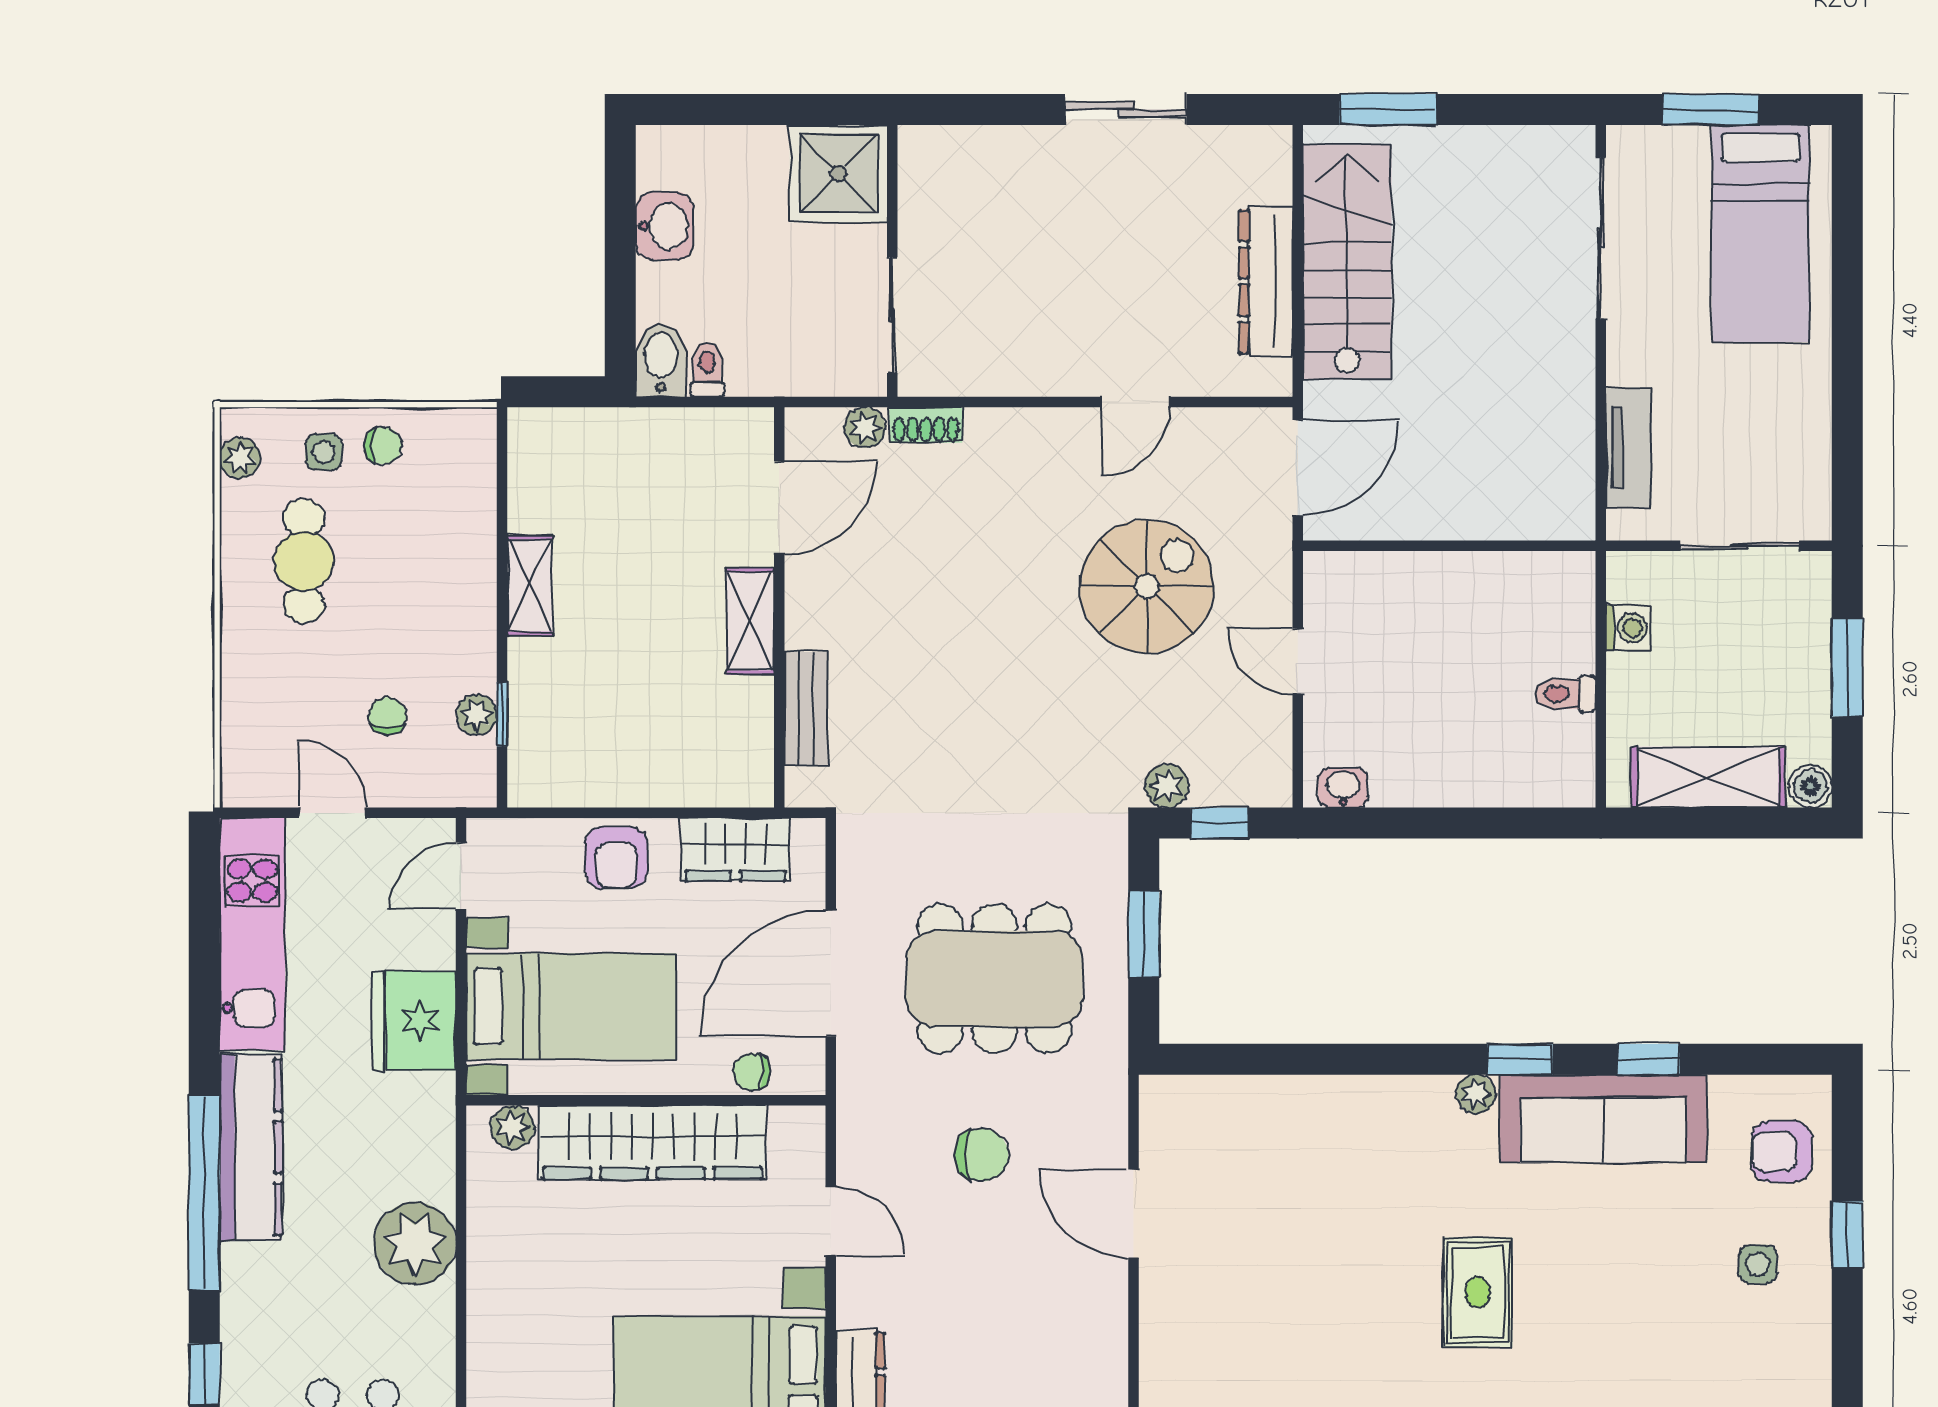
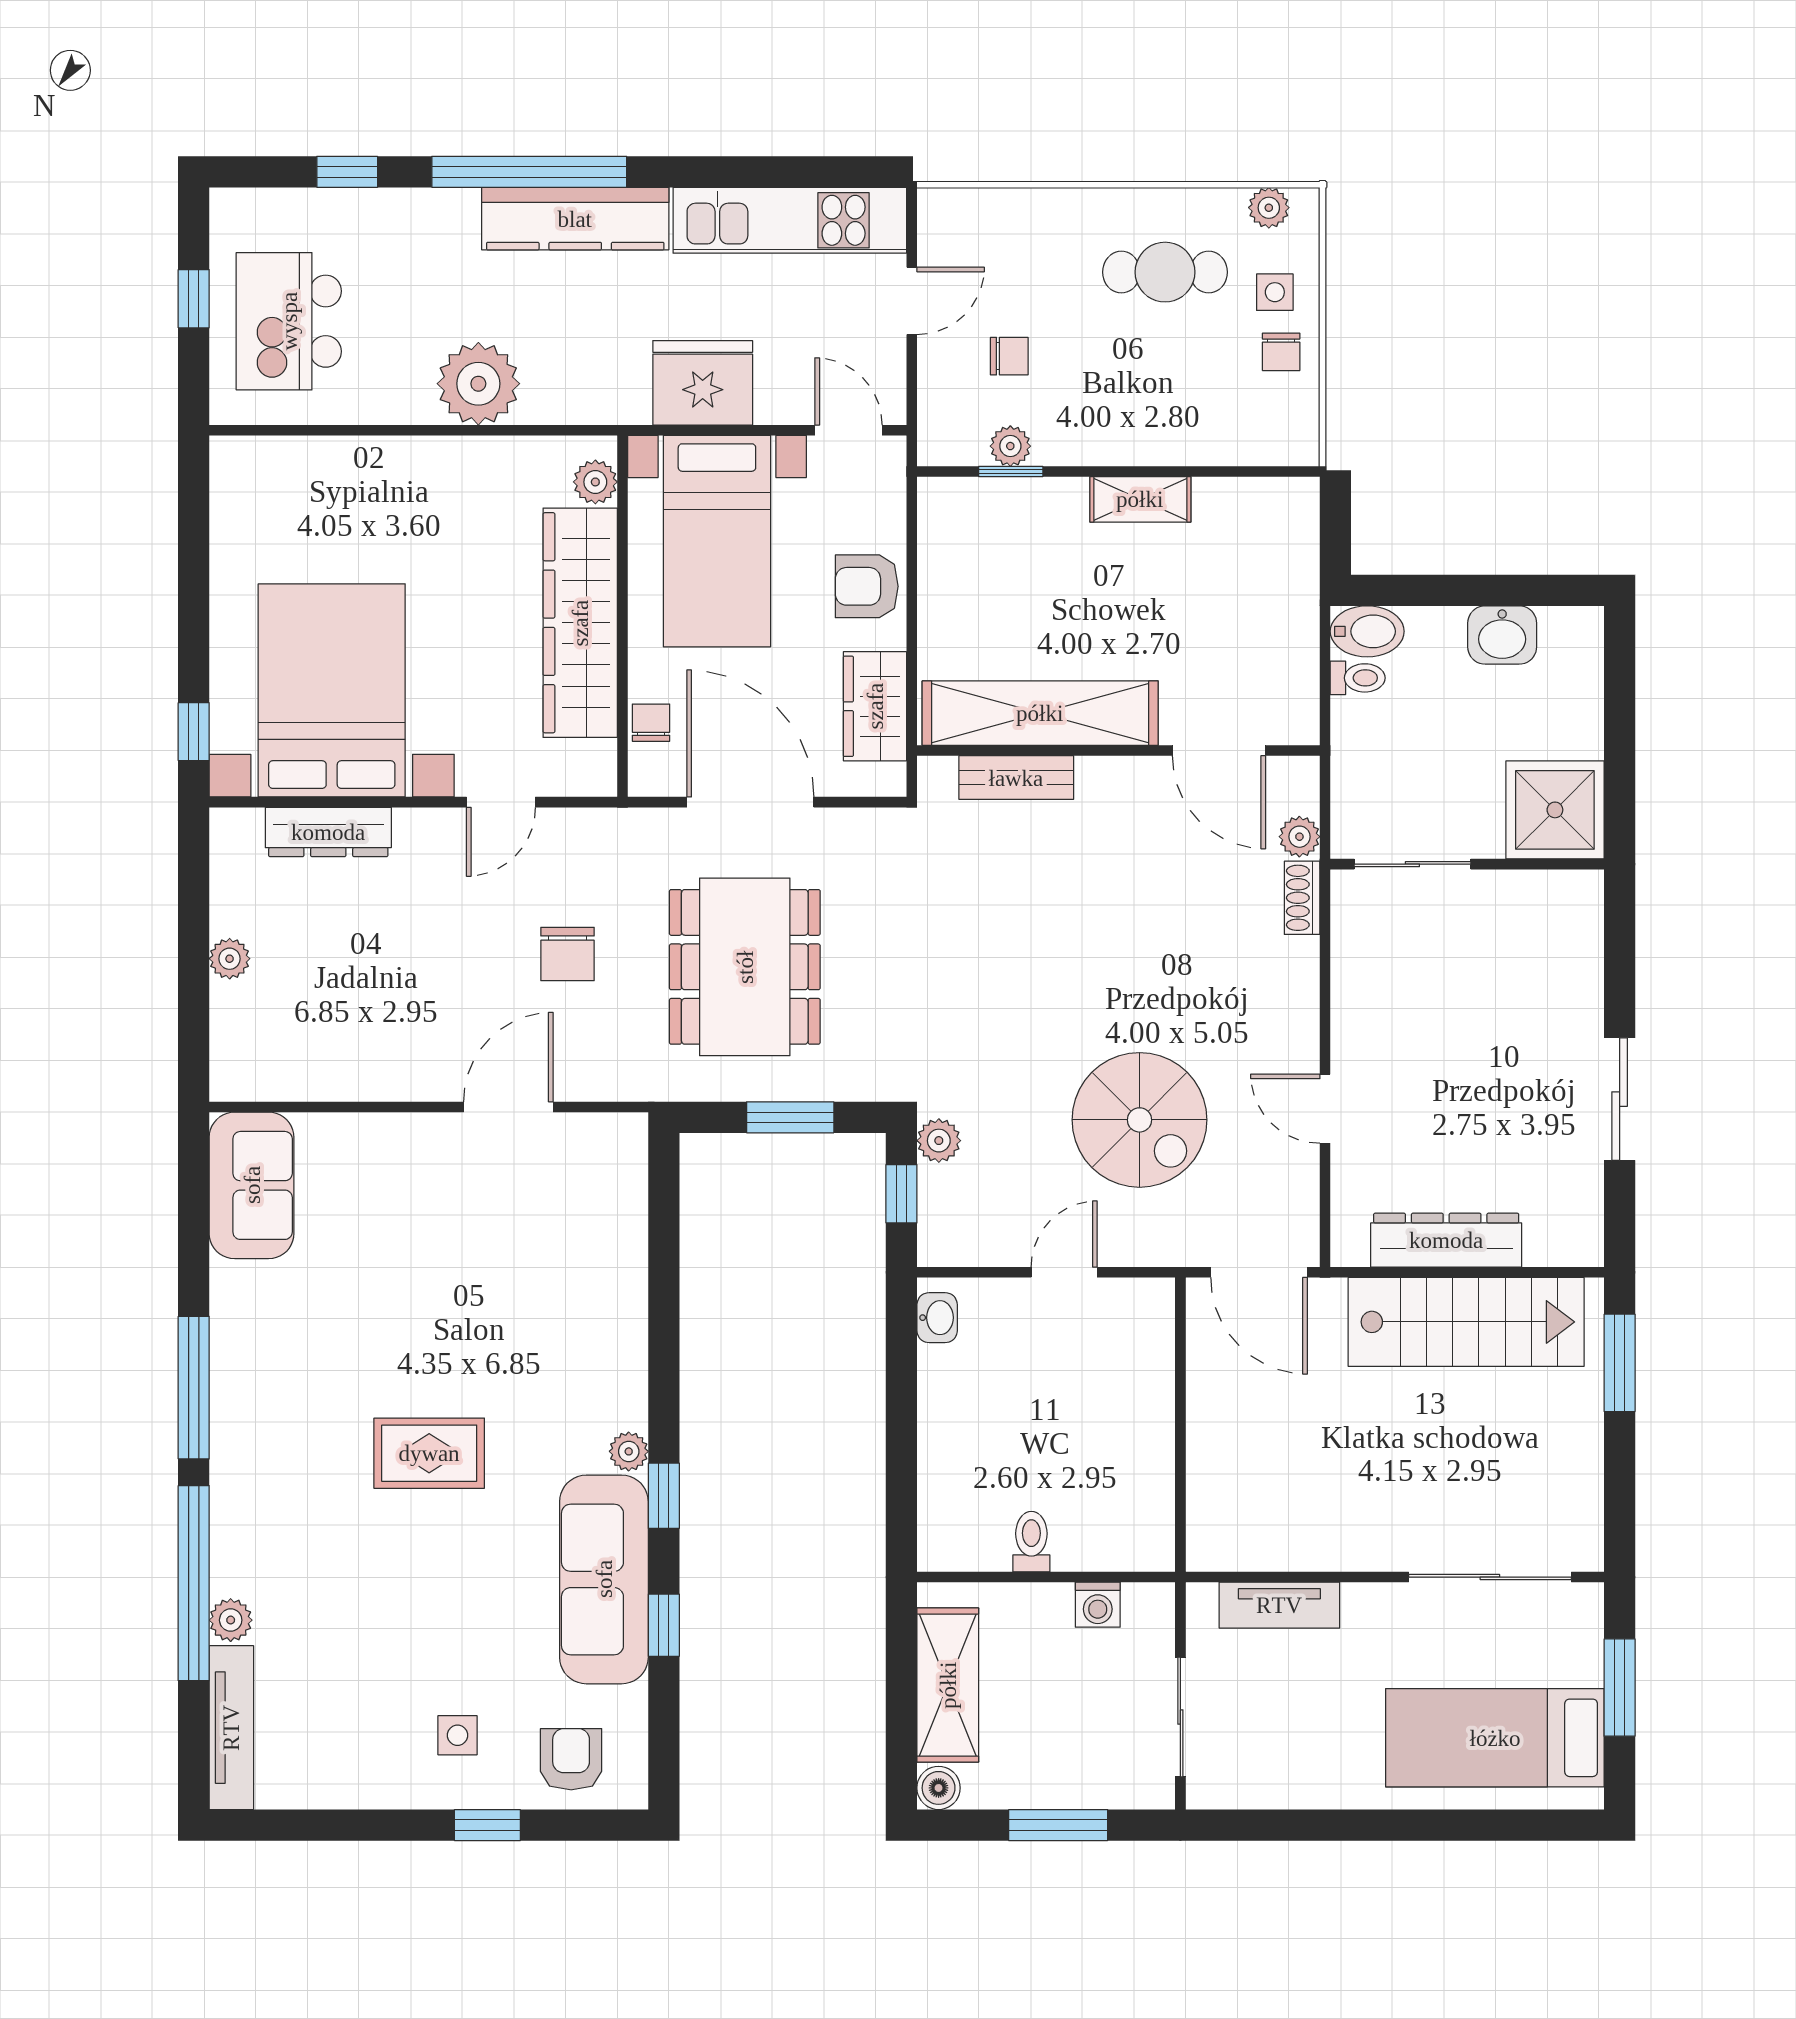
shelving: (750, 621) -> (1040, 713), width x2.20, depth x1.33

